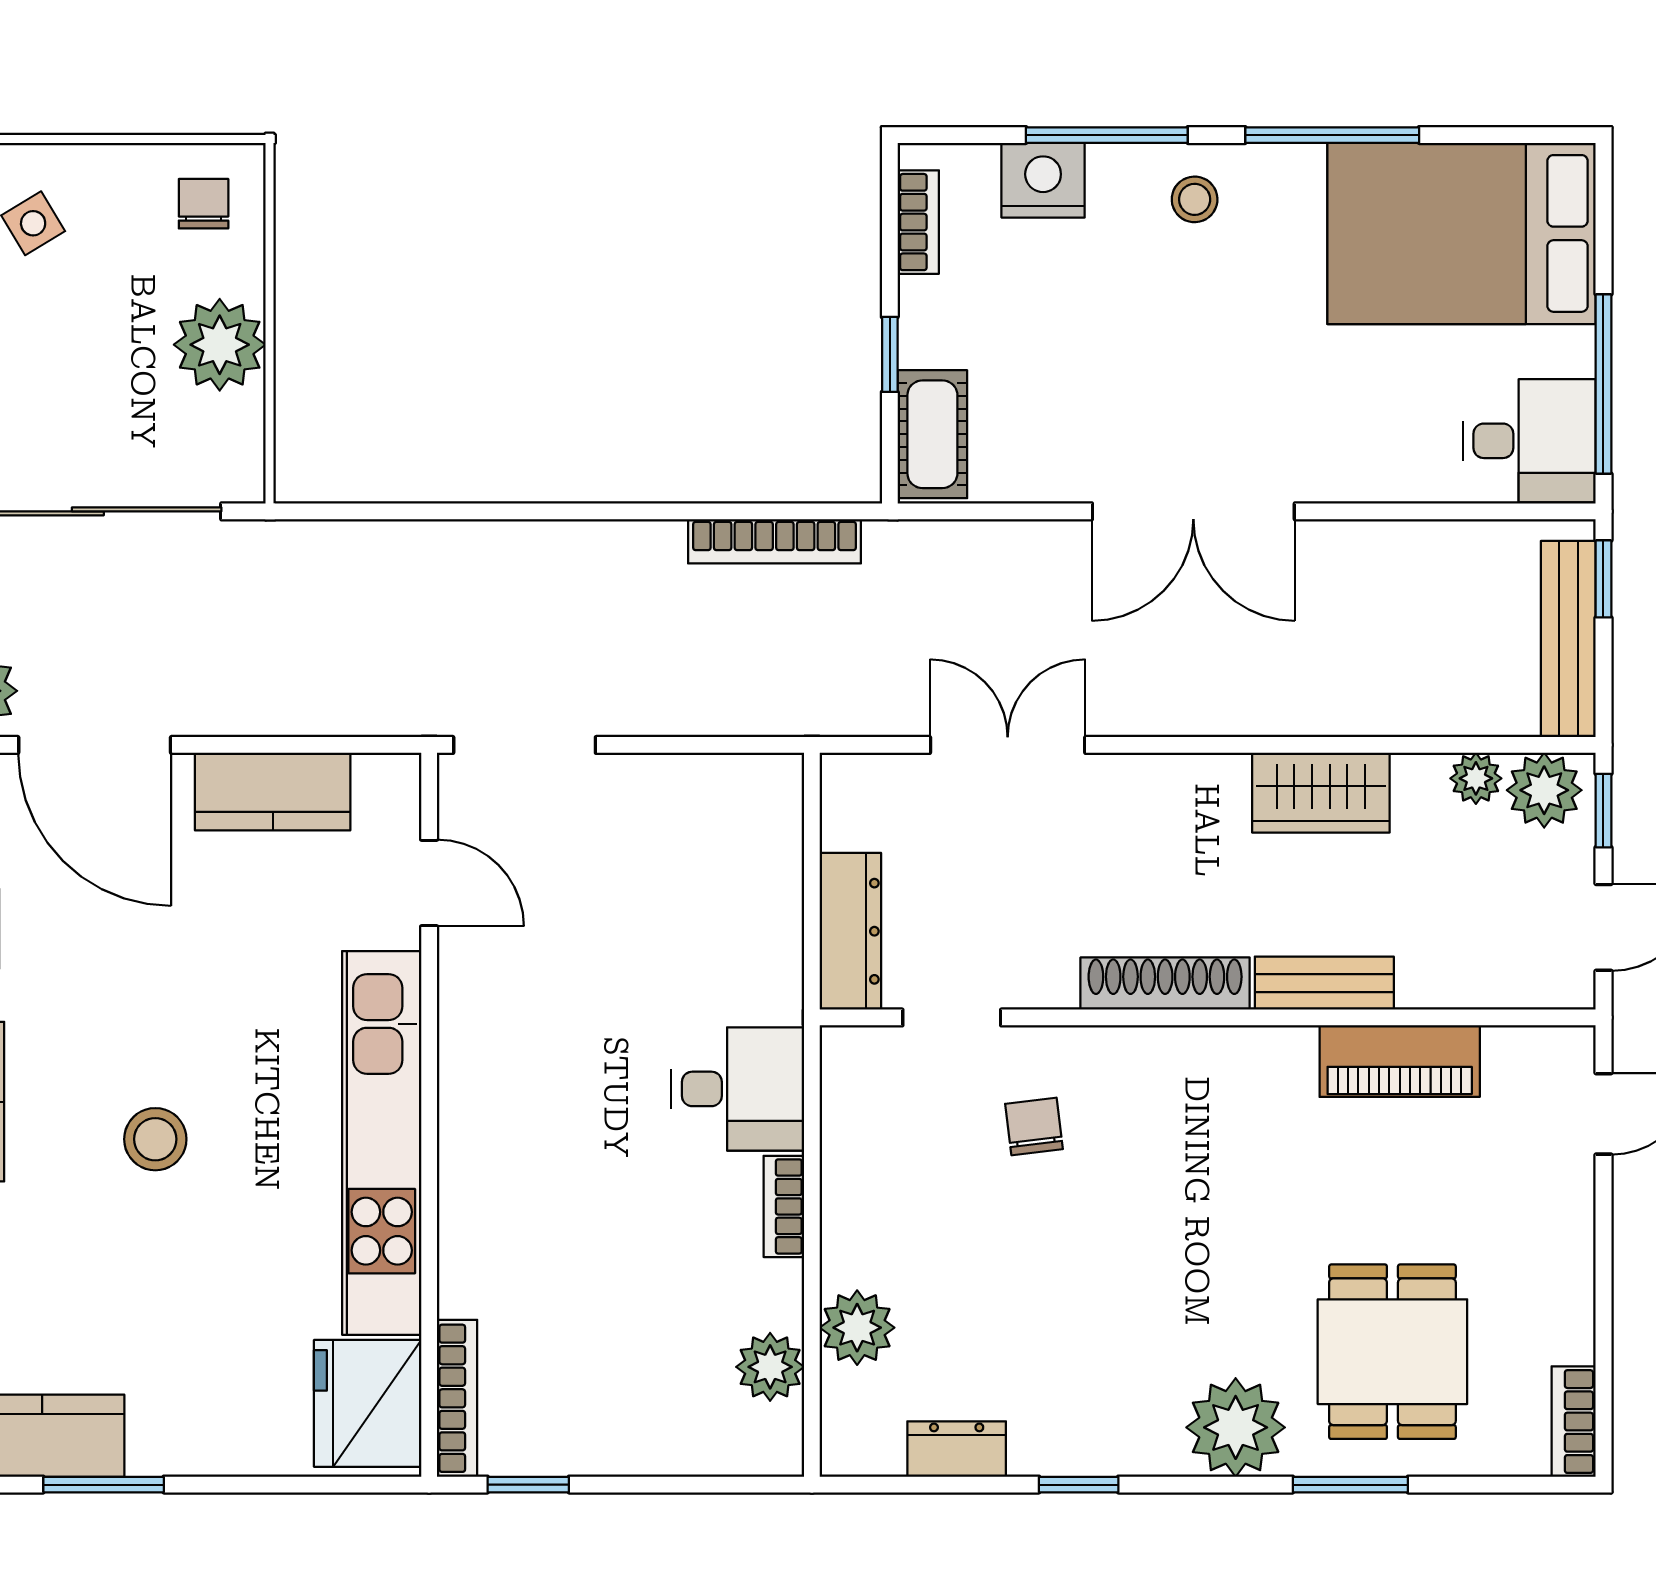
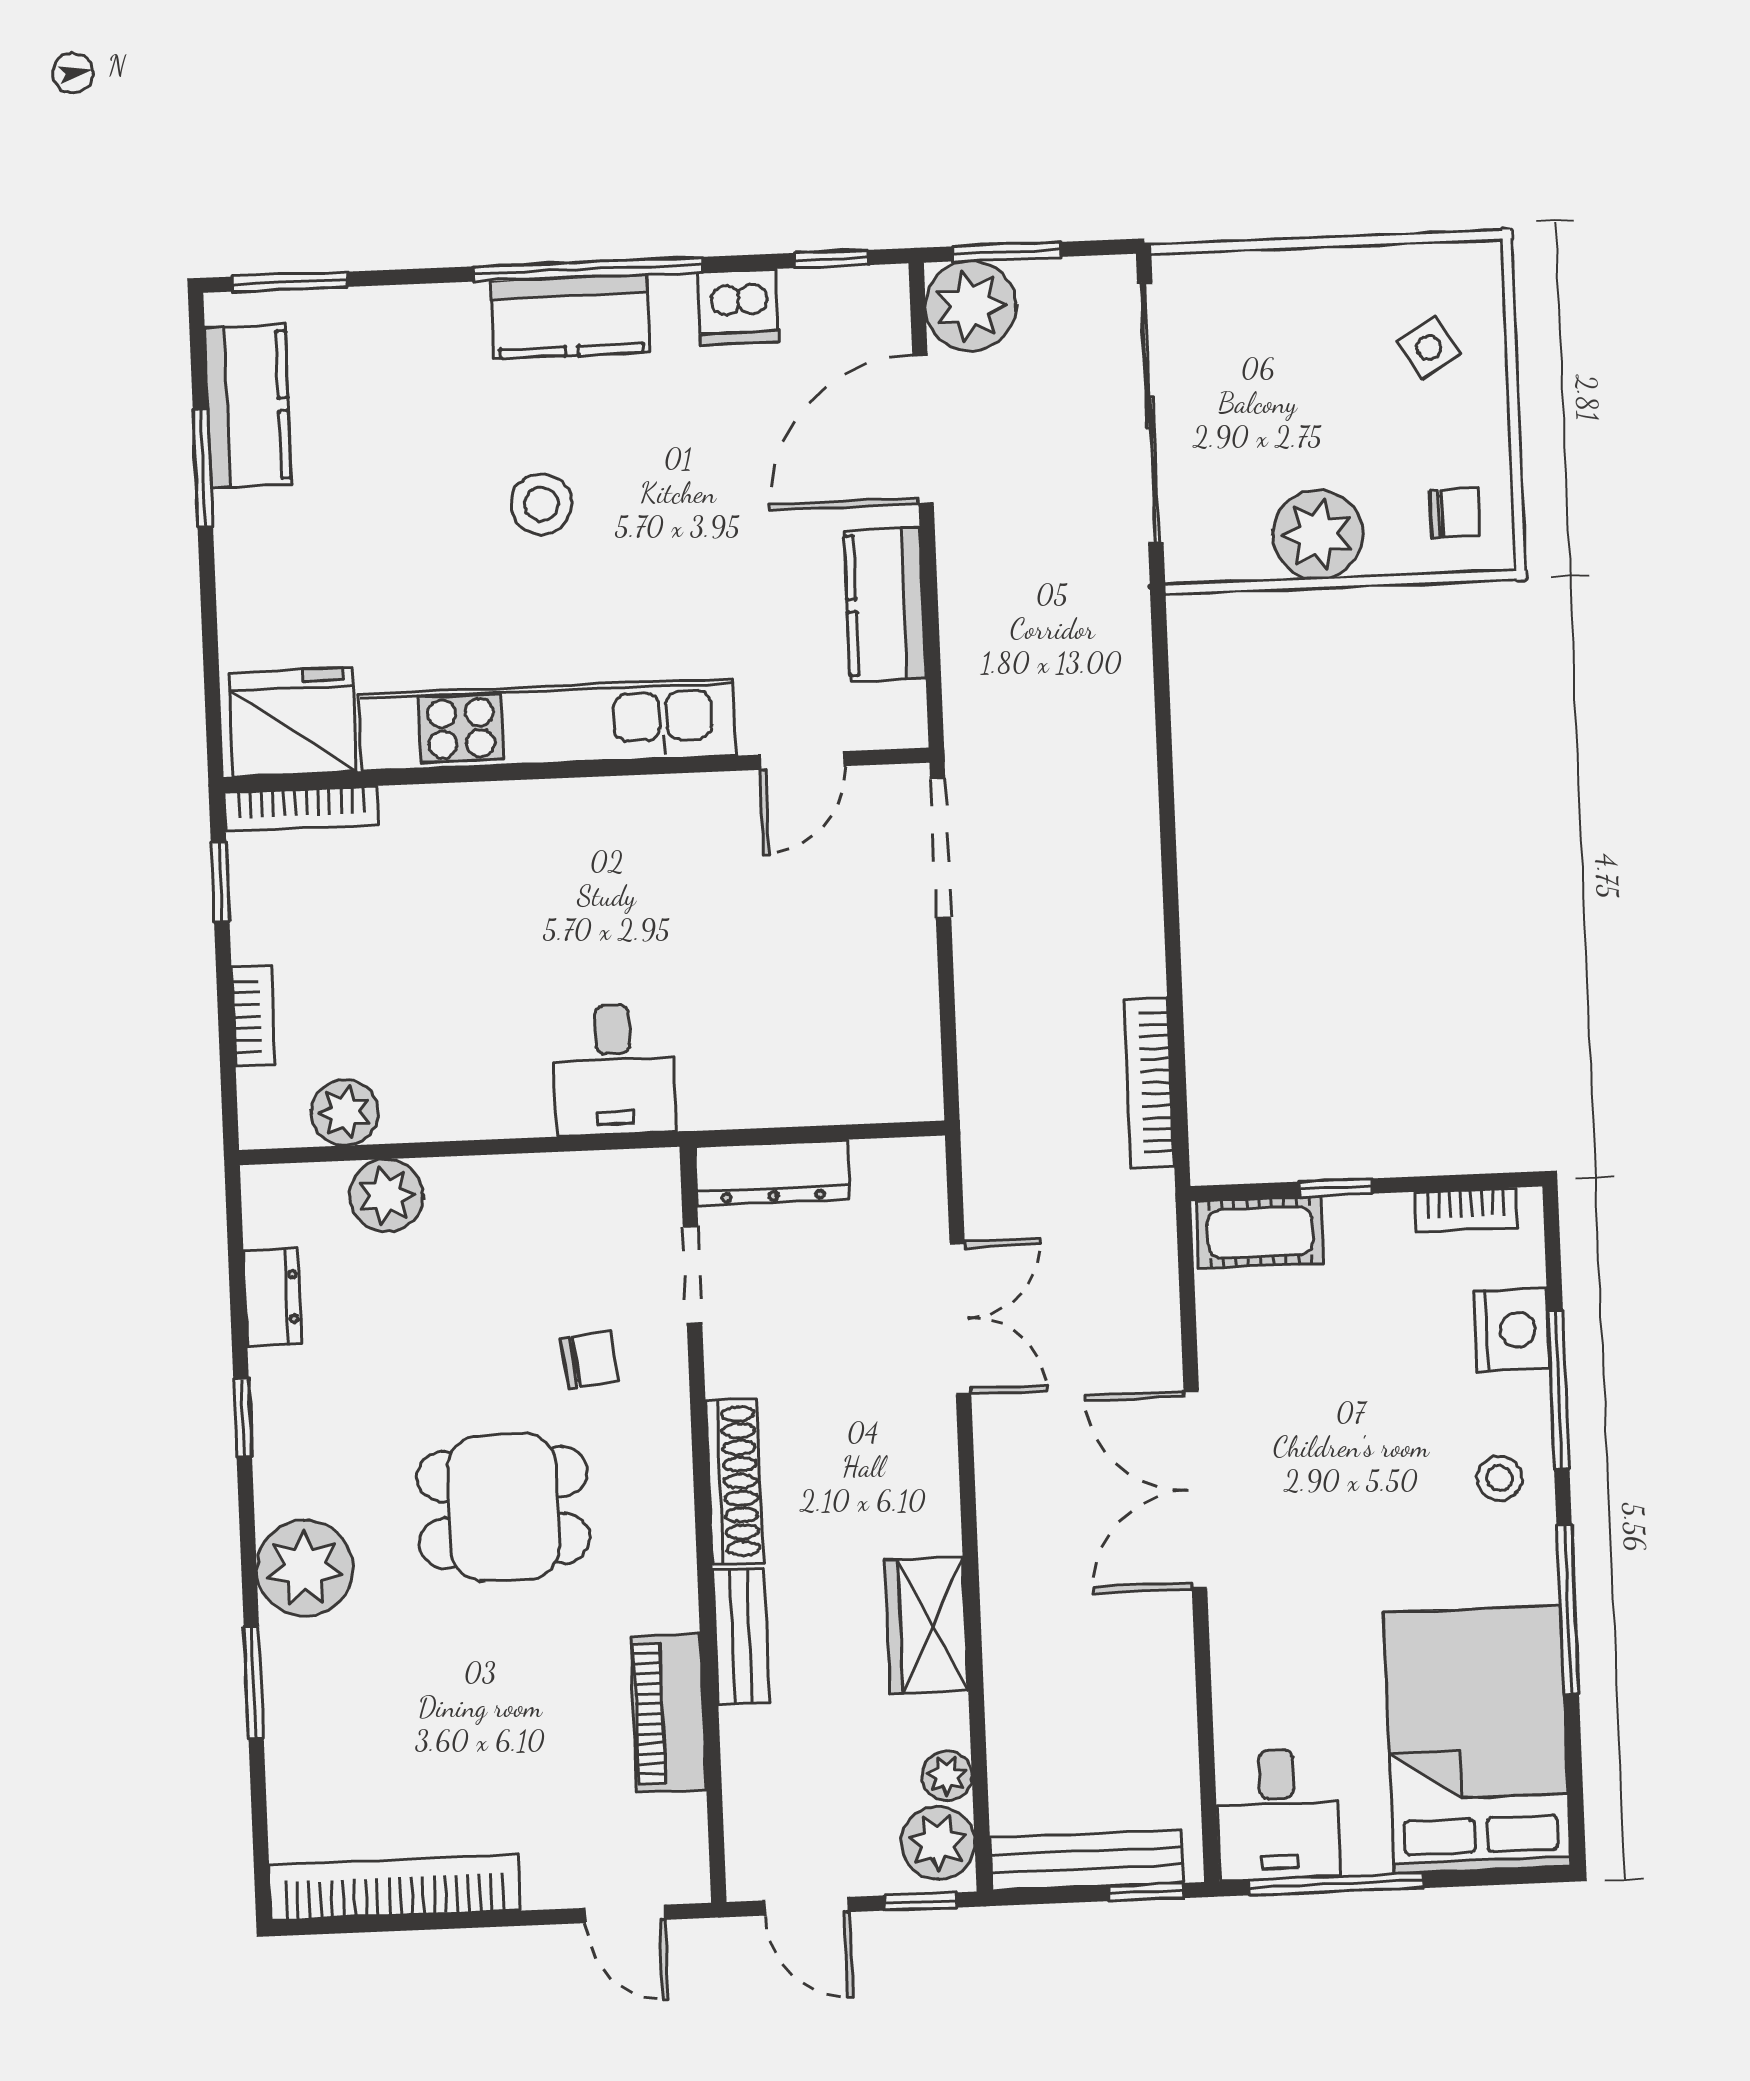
bookcase: (784, 1206) -> (253, 1016), moved, turned 90
dining table: (1392, 1352) -> (503, 1507), moved
bookcase: (1574, 1422) -> (395, 1888), width x2.31, depth x1.31

